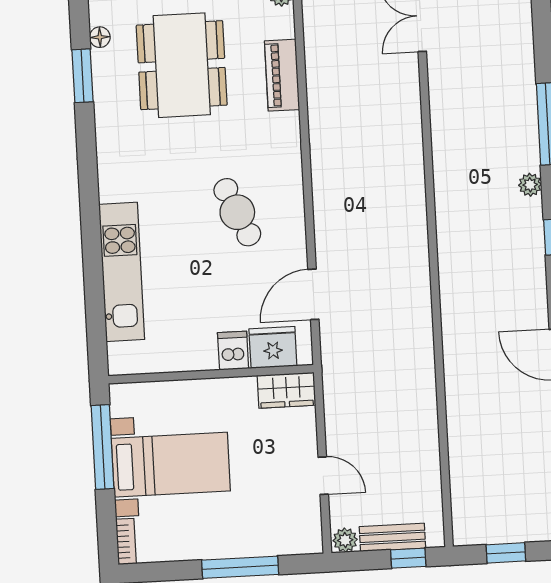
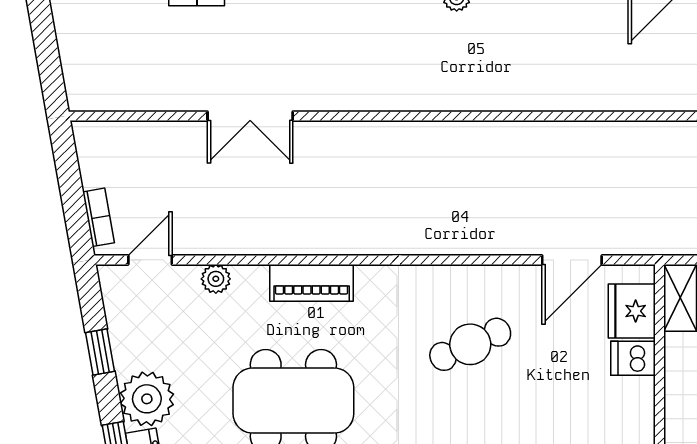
door: (313, 294) -> (572, 260), hinge flipped

